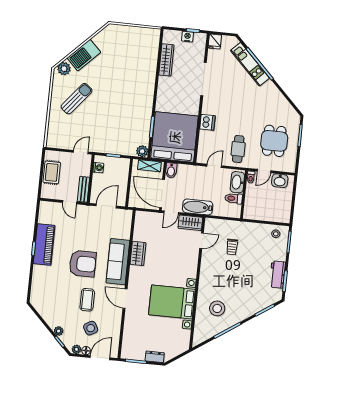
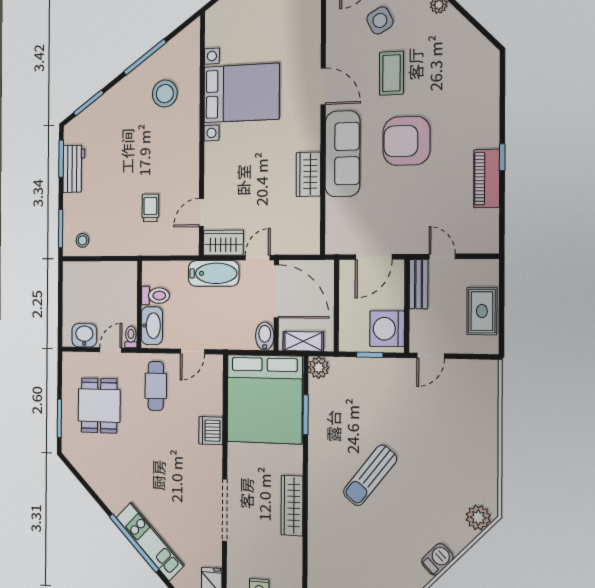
barbecue: (84, 55) -> (437, 559), width x0.53, depth x0.65
wardrobe: (166, 60) -> (292, 505), moved
sun lounger: (77, 99) -> (370, 475), moved
washing machine: (98, 168) -> (387, 329), width x1.89, depth x1.89
piano: (44, 245) -> (487, 178), width x0.73, depth x0.75

